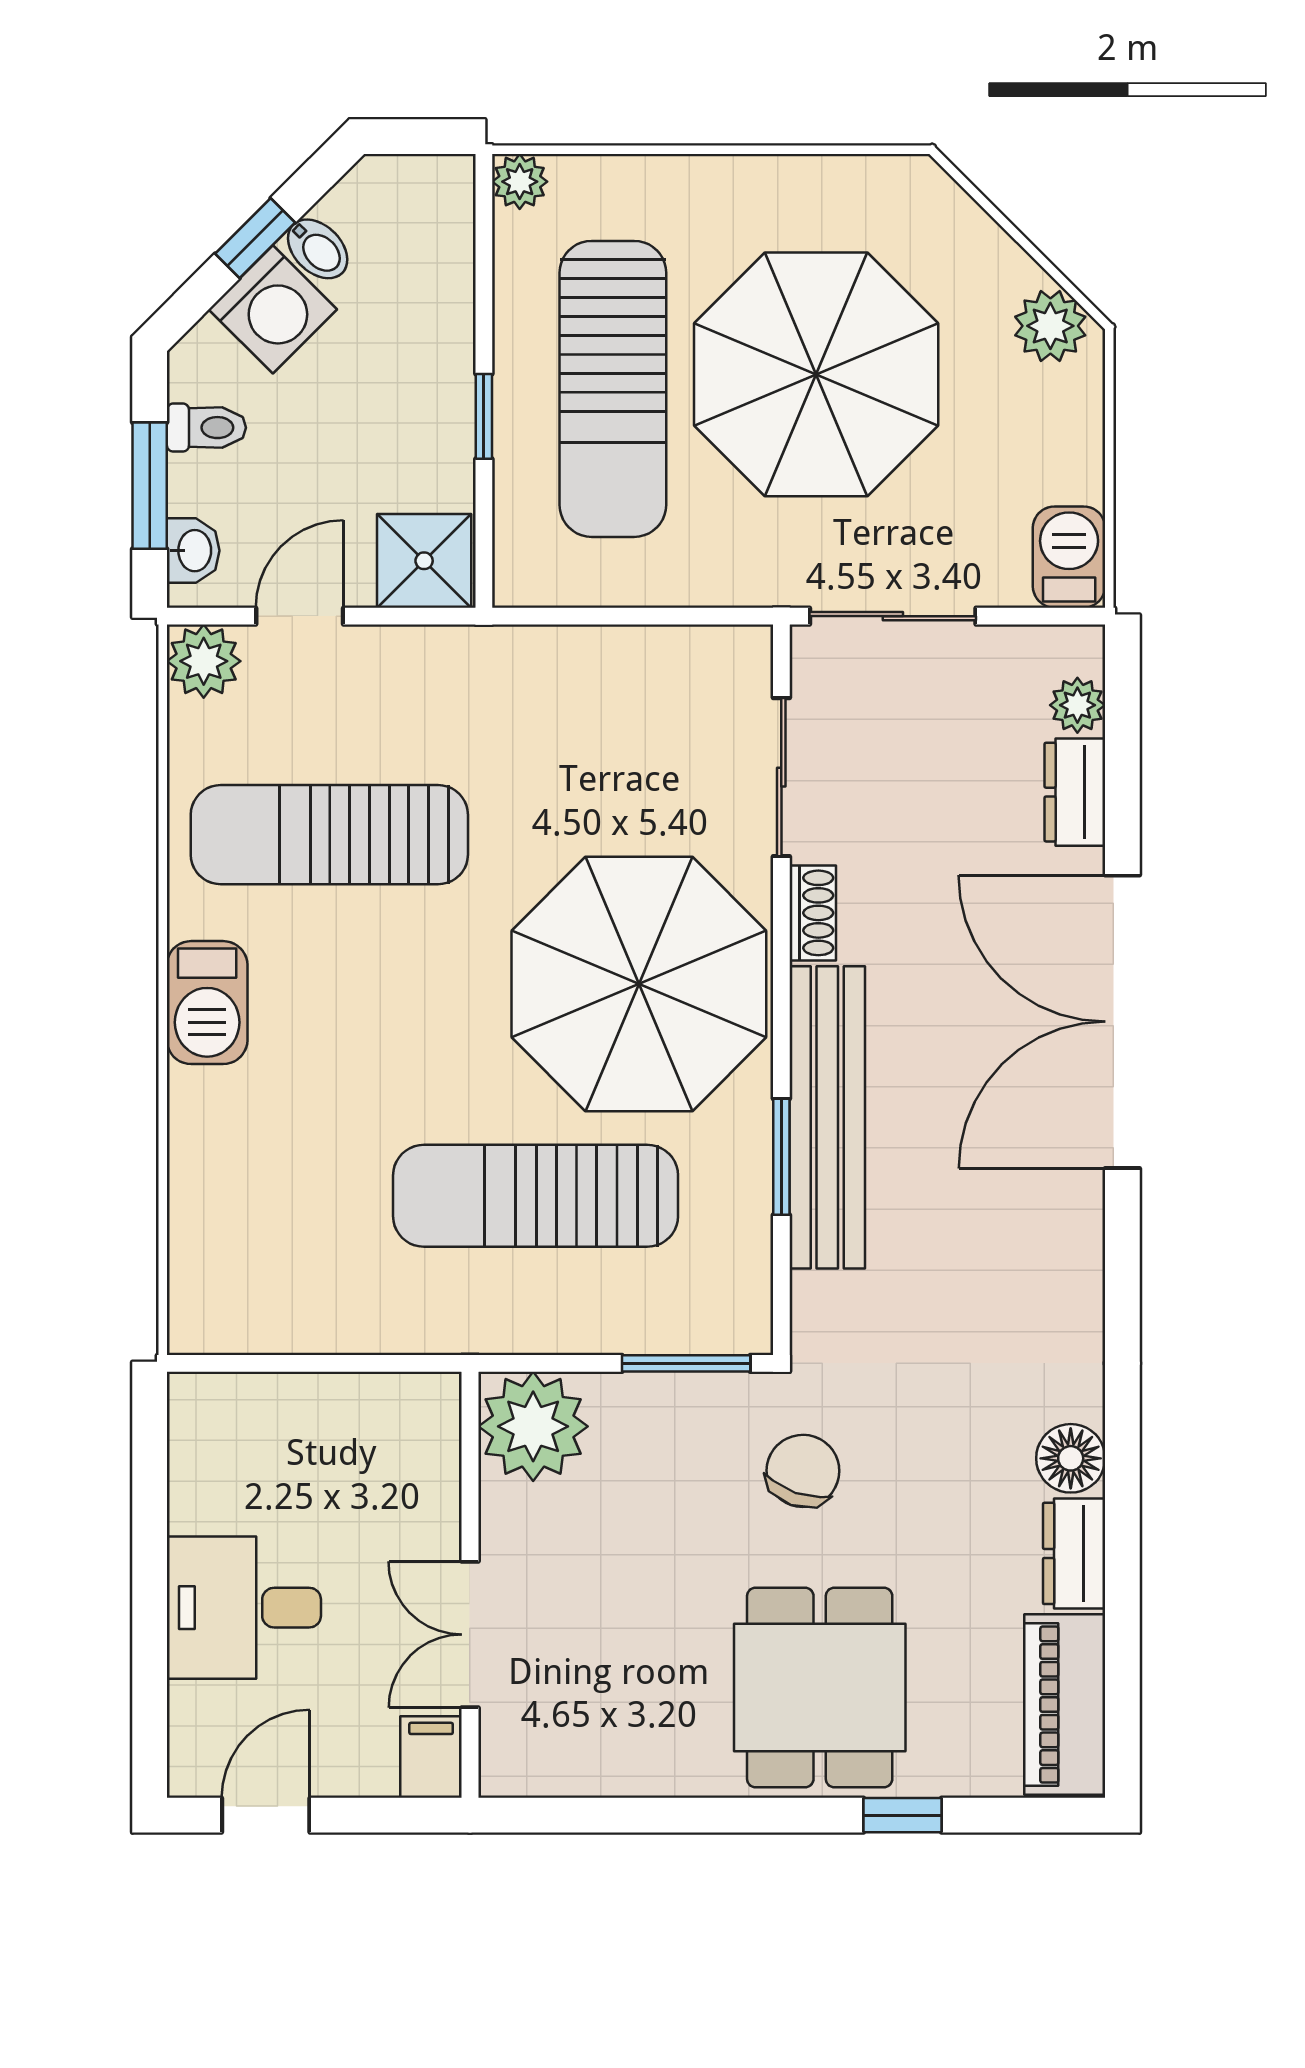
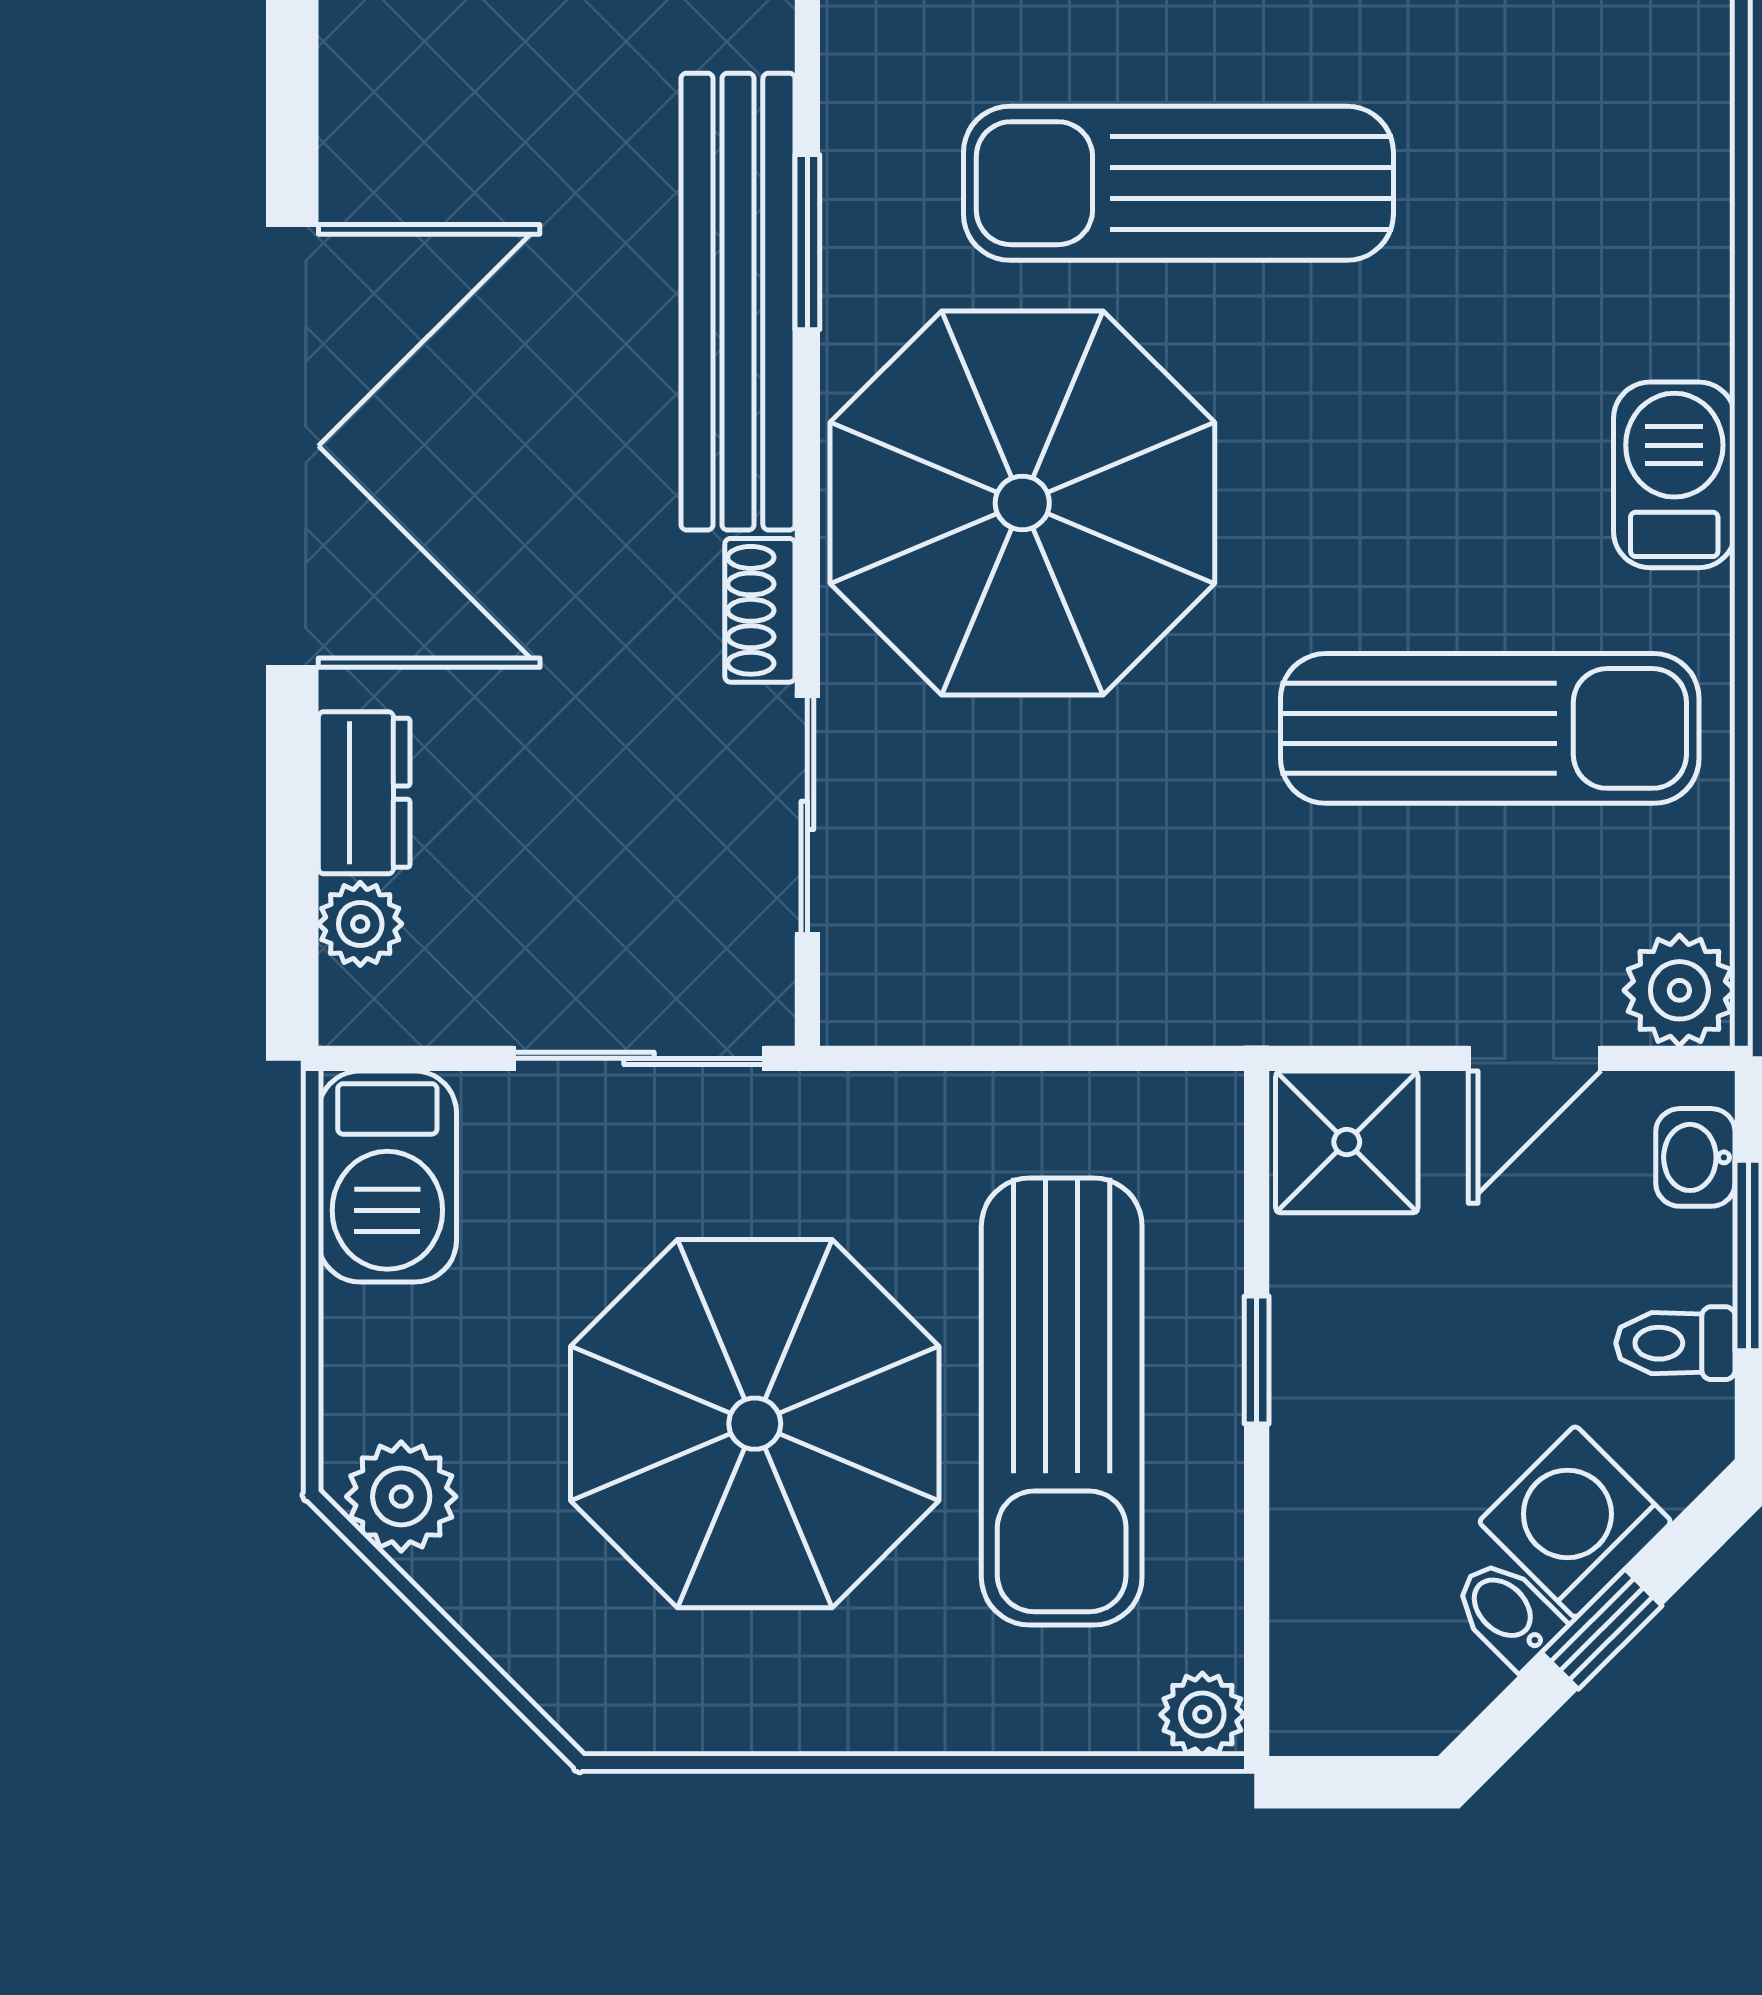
sun lounger: (613, 389) -> (1062, 1402), turned 180
barbecue: (1069, 557) -> (387, 1177), width x1.38, depth x1.27
sun lounger: (536, 1196) -> (1178, 183), turned 180

